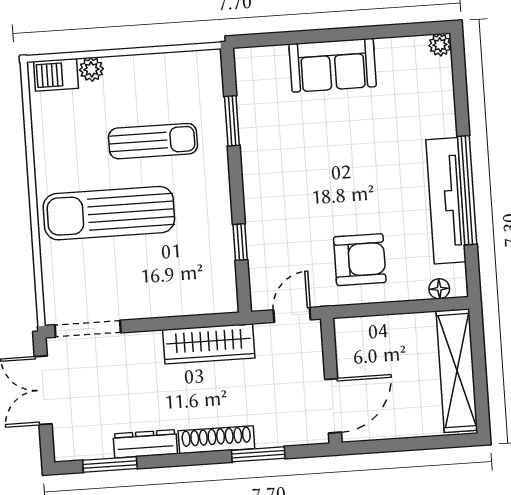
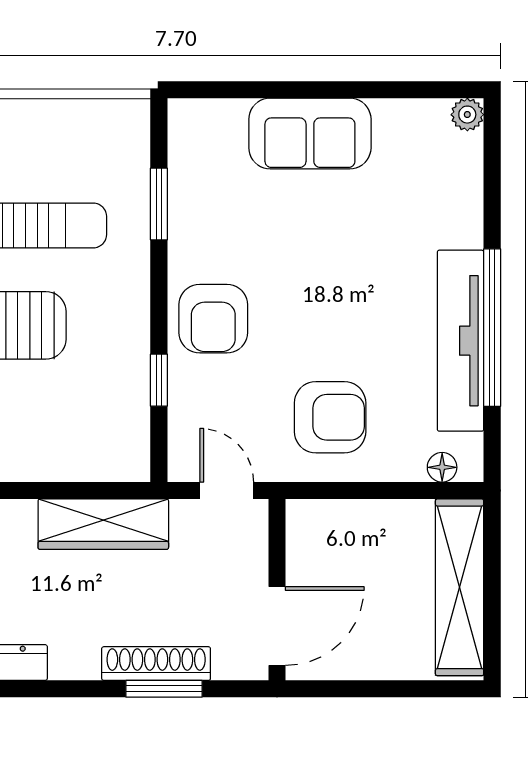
armchair: (275, 197) -> (213, 319), added
door: (292, 315) -> (227, 490), hinge flipped
shoe rack: (216, 440) -> (156, 664), moved

